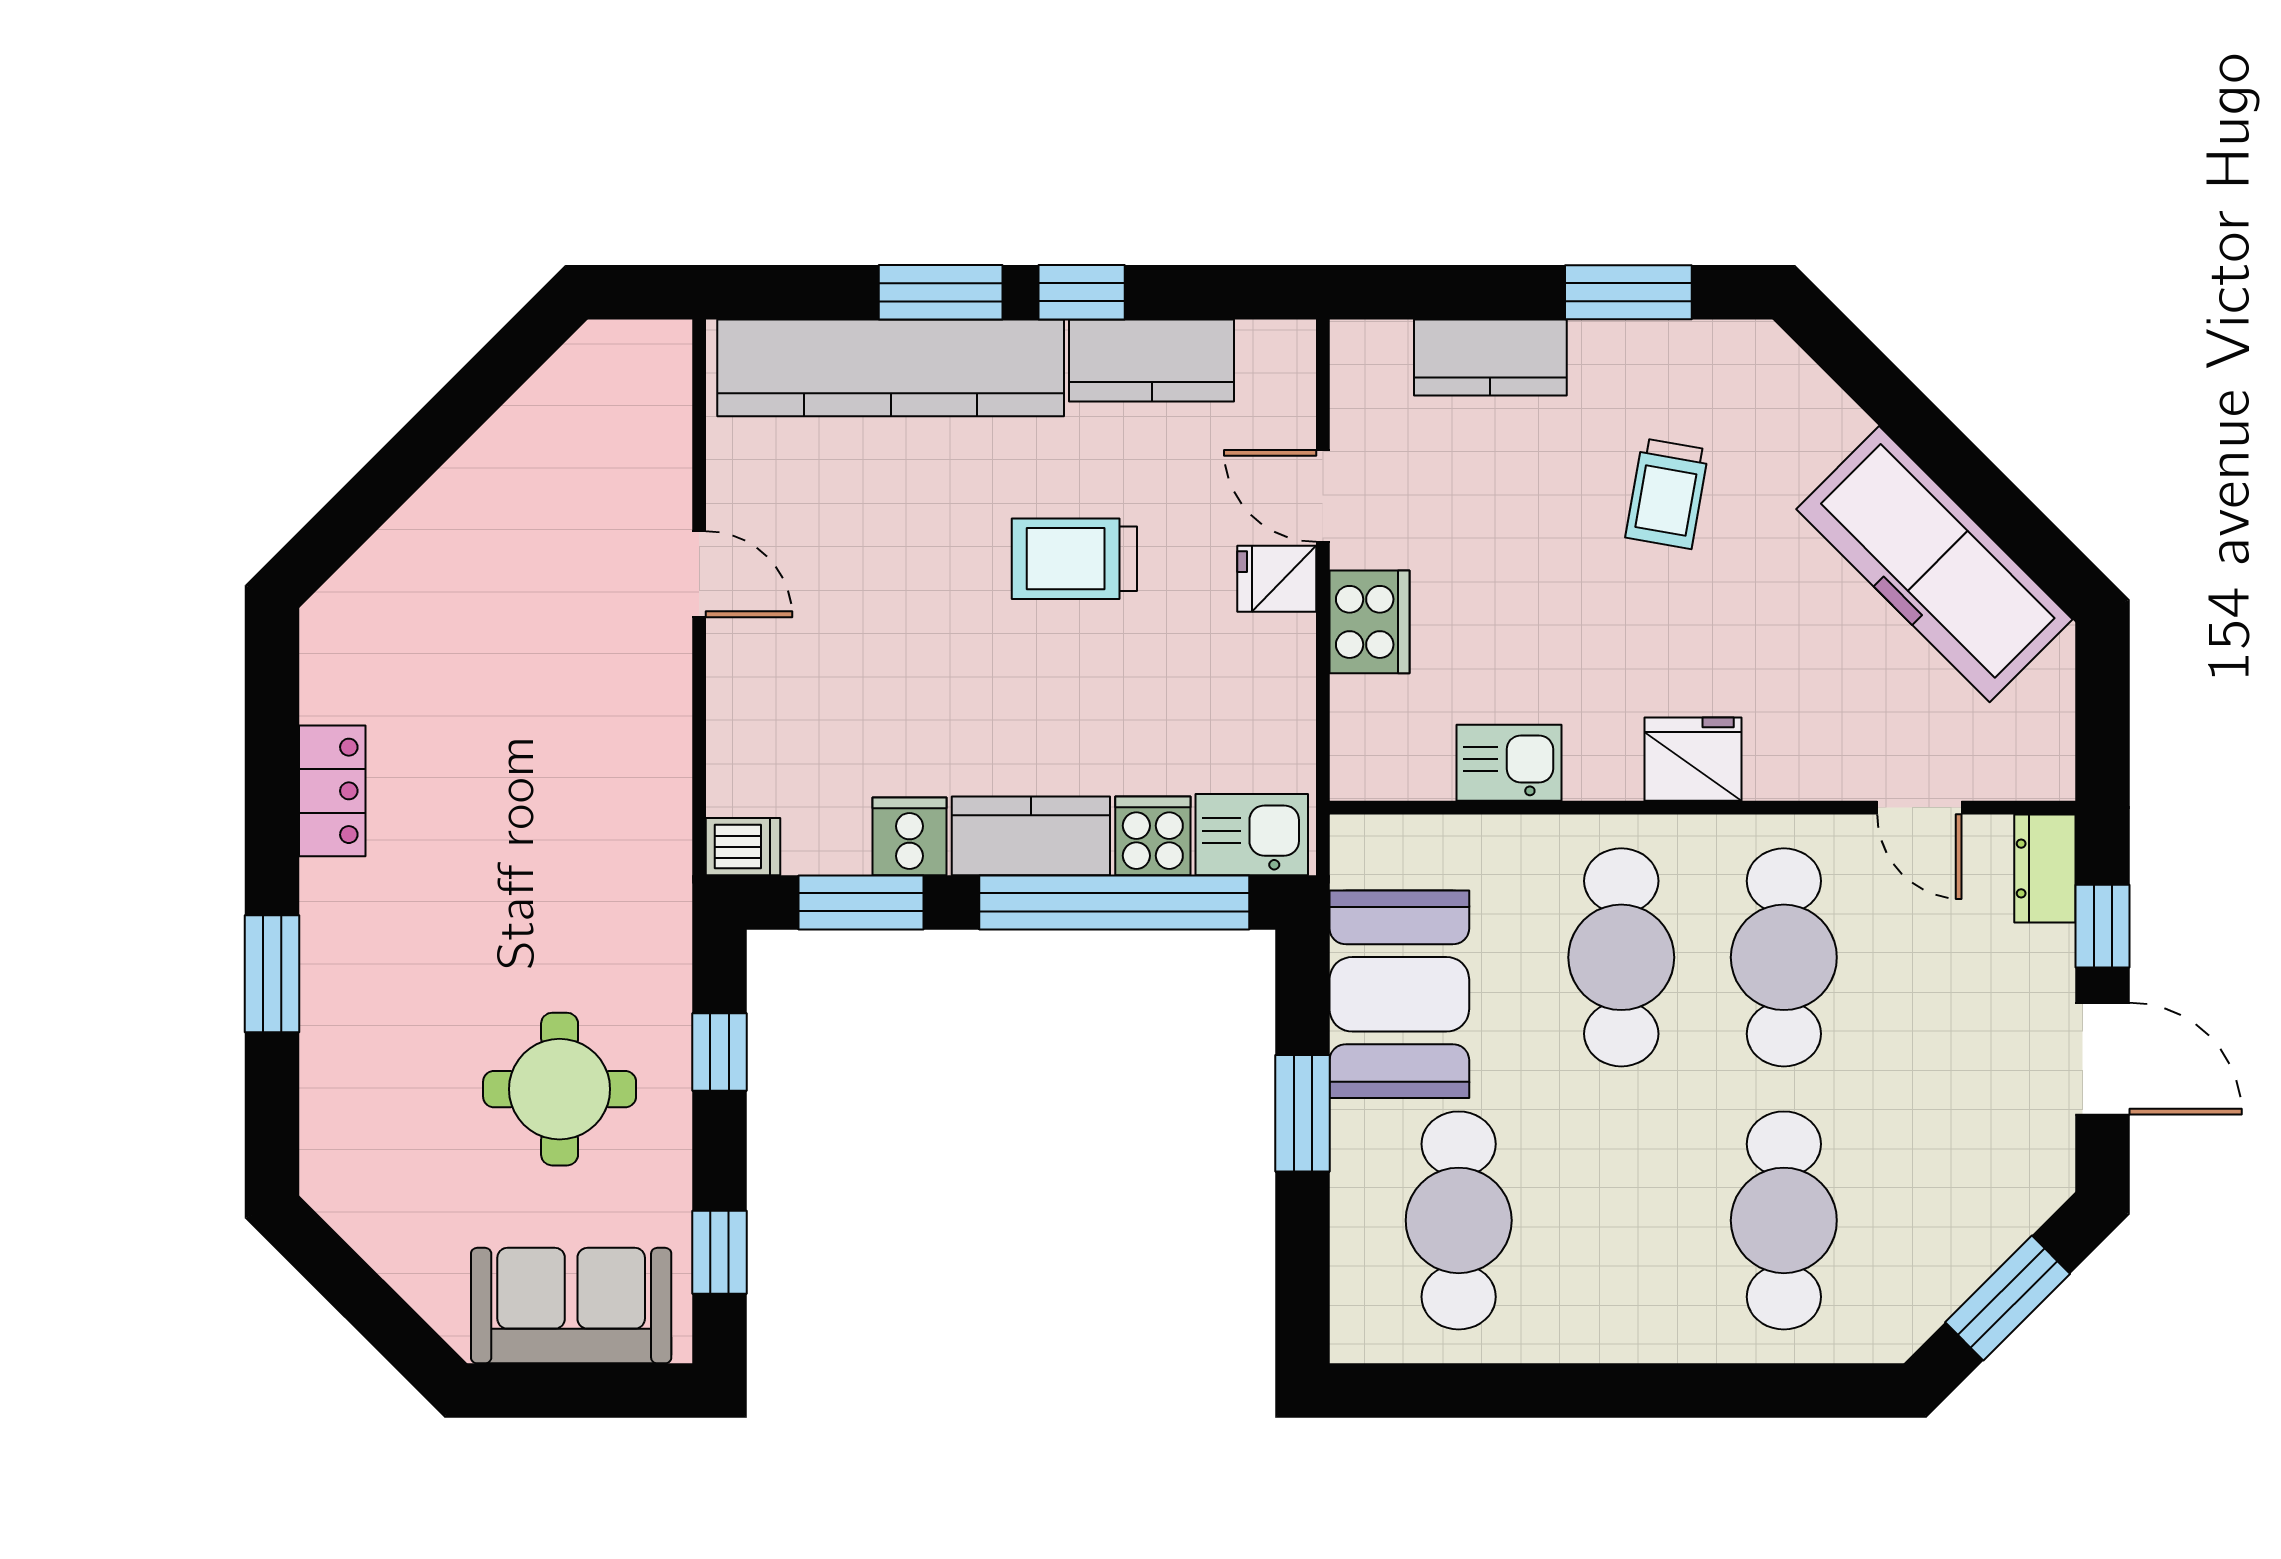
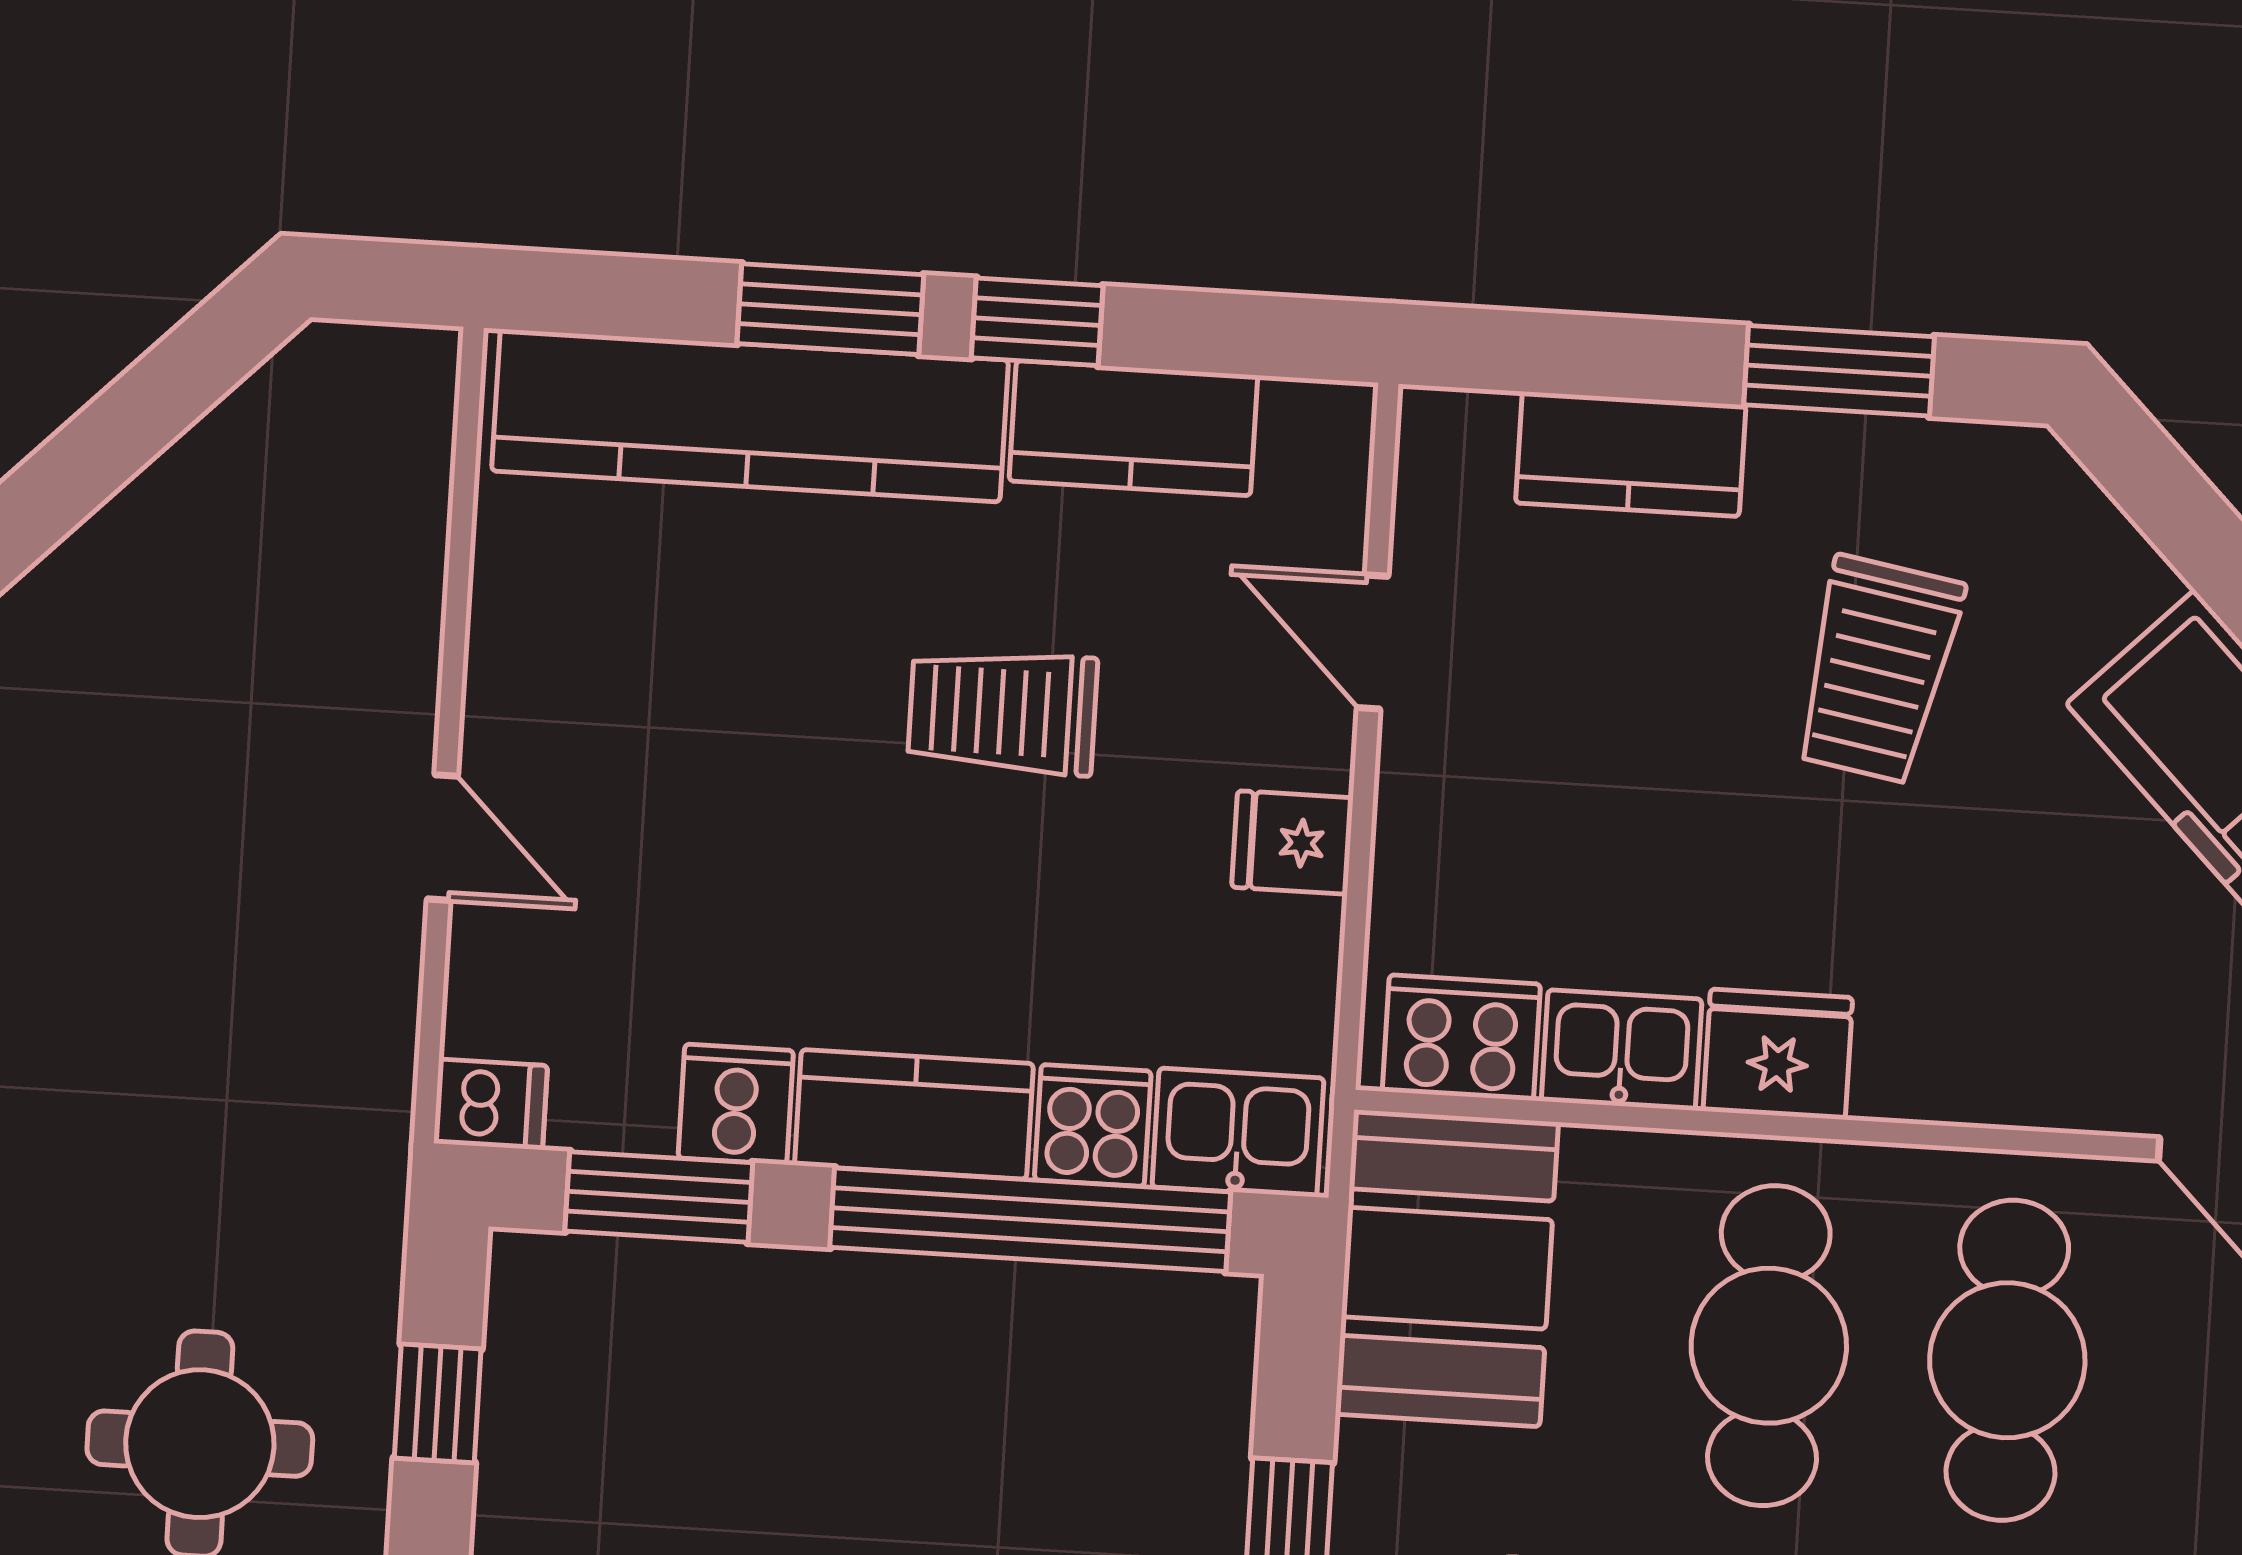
trolley: (1667, 494) -> (1878, 670), width x1.36, depth x1.39
door: (699, 574) -> (442, 837), moved
fridge: (1277, 579) -> (1292, 842), moved
cooker: (1369, 622) -> (1461, 1038), moved, turned -90
fridge: (1693, 759) -> (1778, 1054), moved
booth: (1399, 994) -> (1447, 1268), moved

